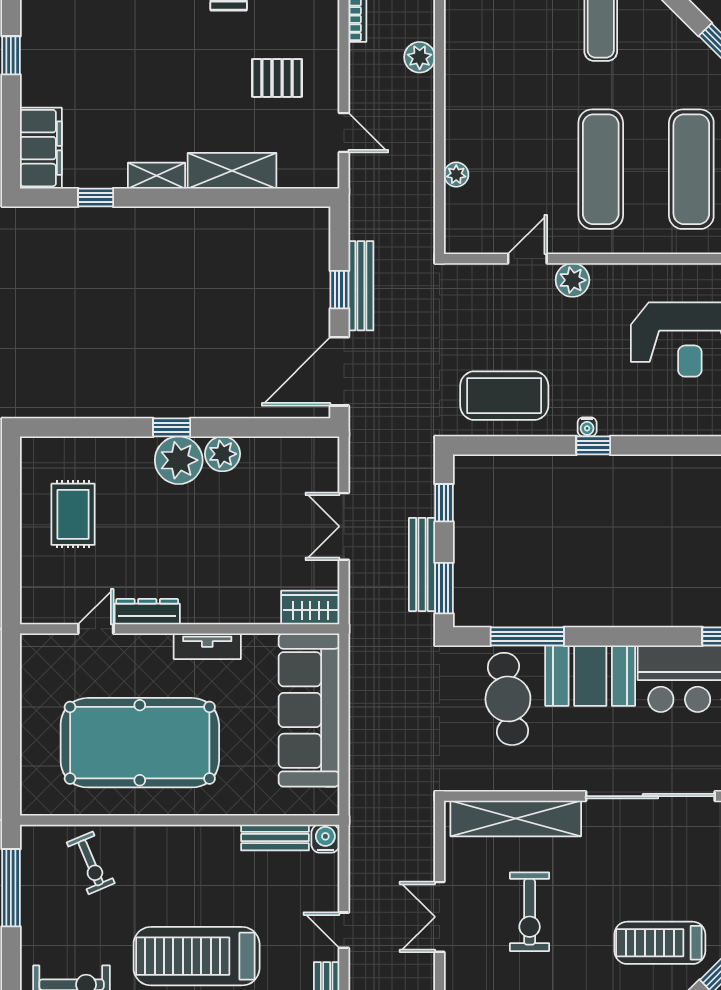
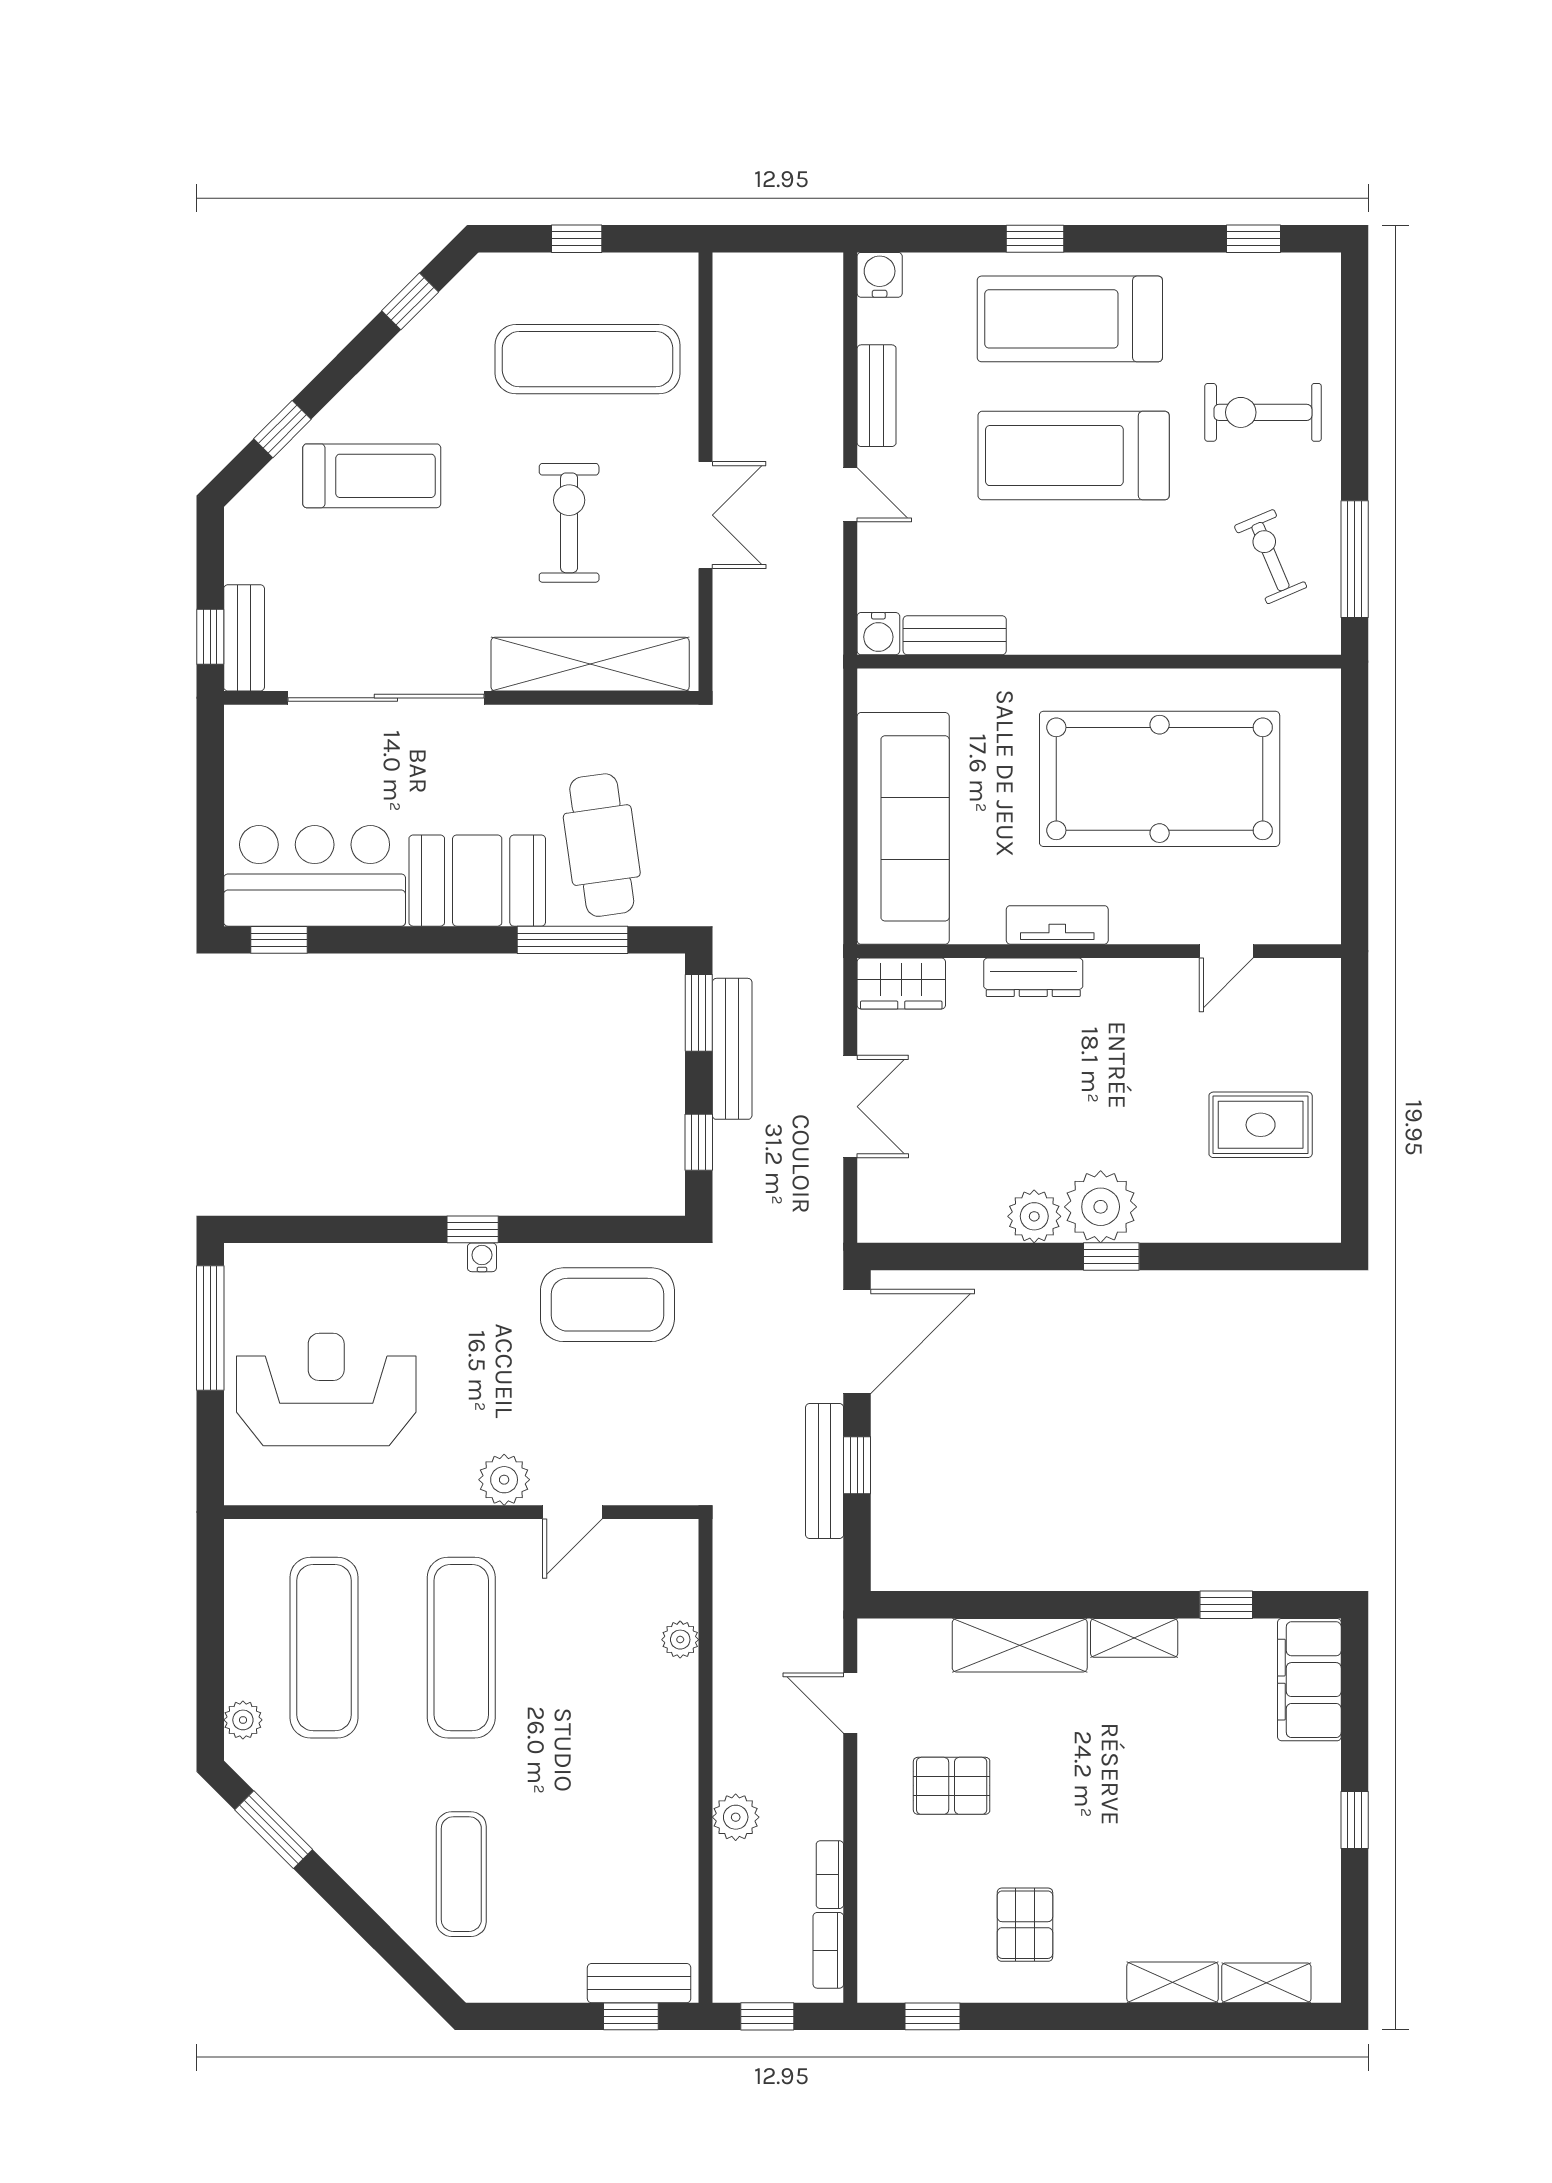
rug: (73, 514) -> (1261, 1125), turned 90
dresser: (147, 612) -> (1033, 977), moved
exercise bike: (91, 863) -> (1271, 557), moved
treadmill: (197, 956) -> (1074, 456), turned 180

